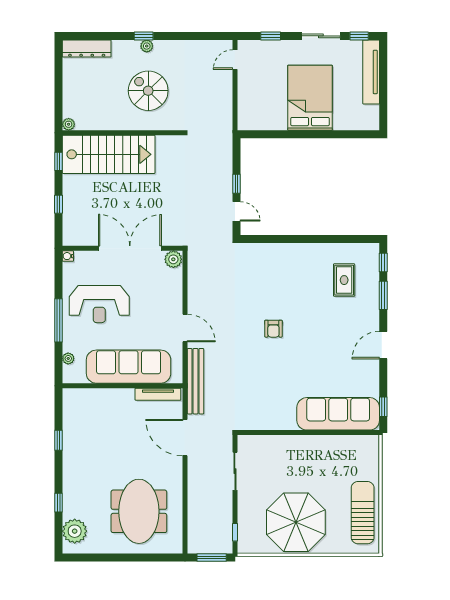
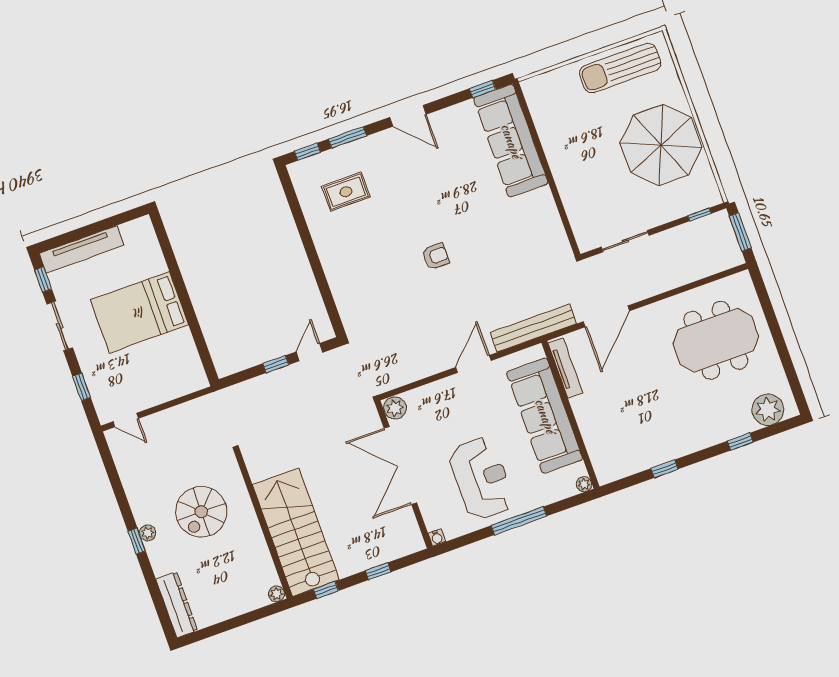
plant: (68, 358) -> (584, 484), moved

